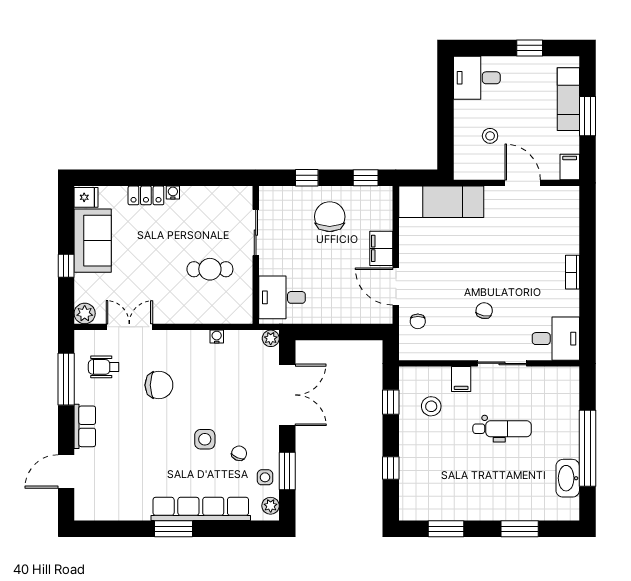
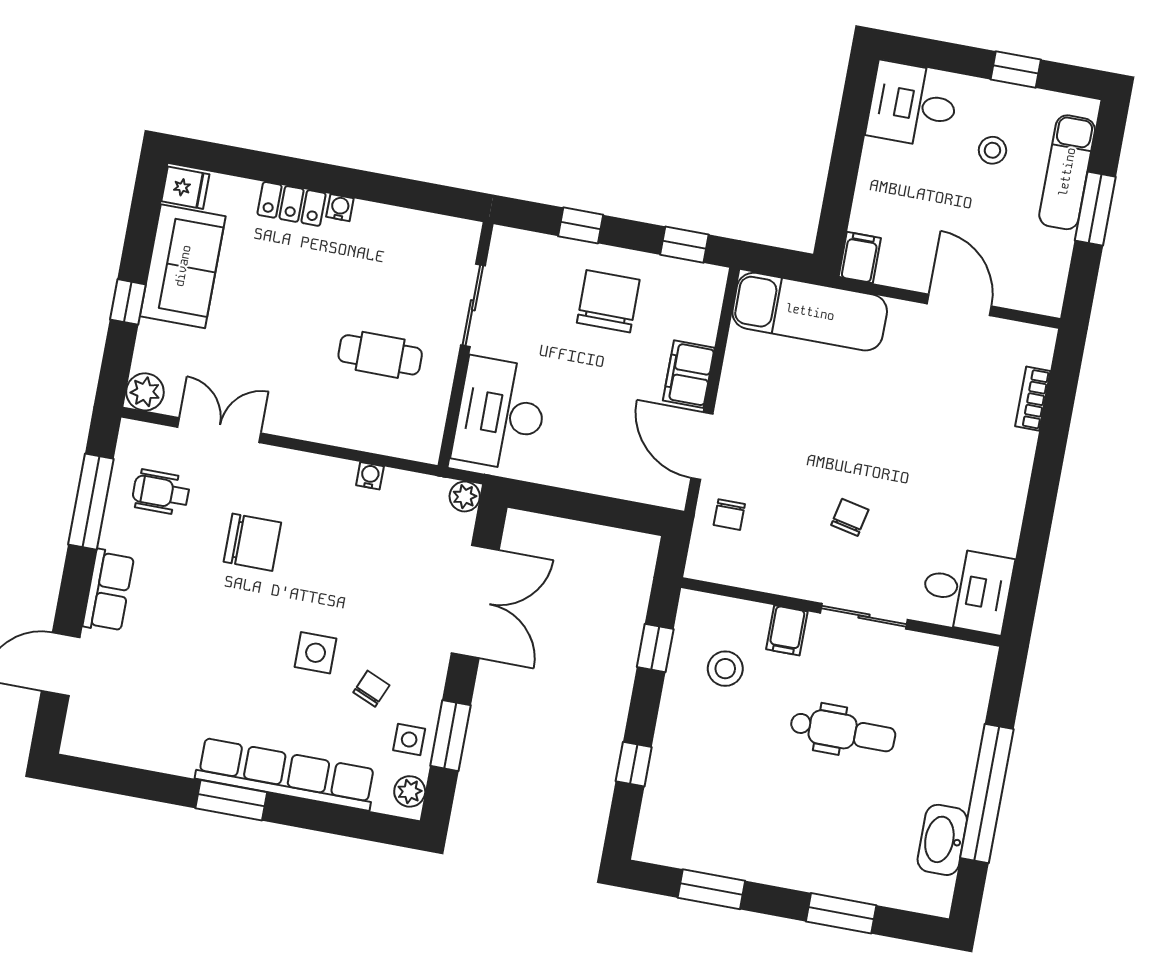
stool: (490, 136) -> (992, 150), moved
filing cabinet: (570, 167) -> (860, 257), moved
bookcase: (573, 272) -> (1033, 399), moved
desk: (282, 297) -> (501, 414), width x1.37

